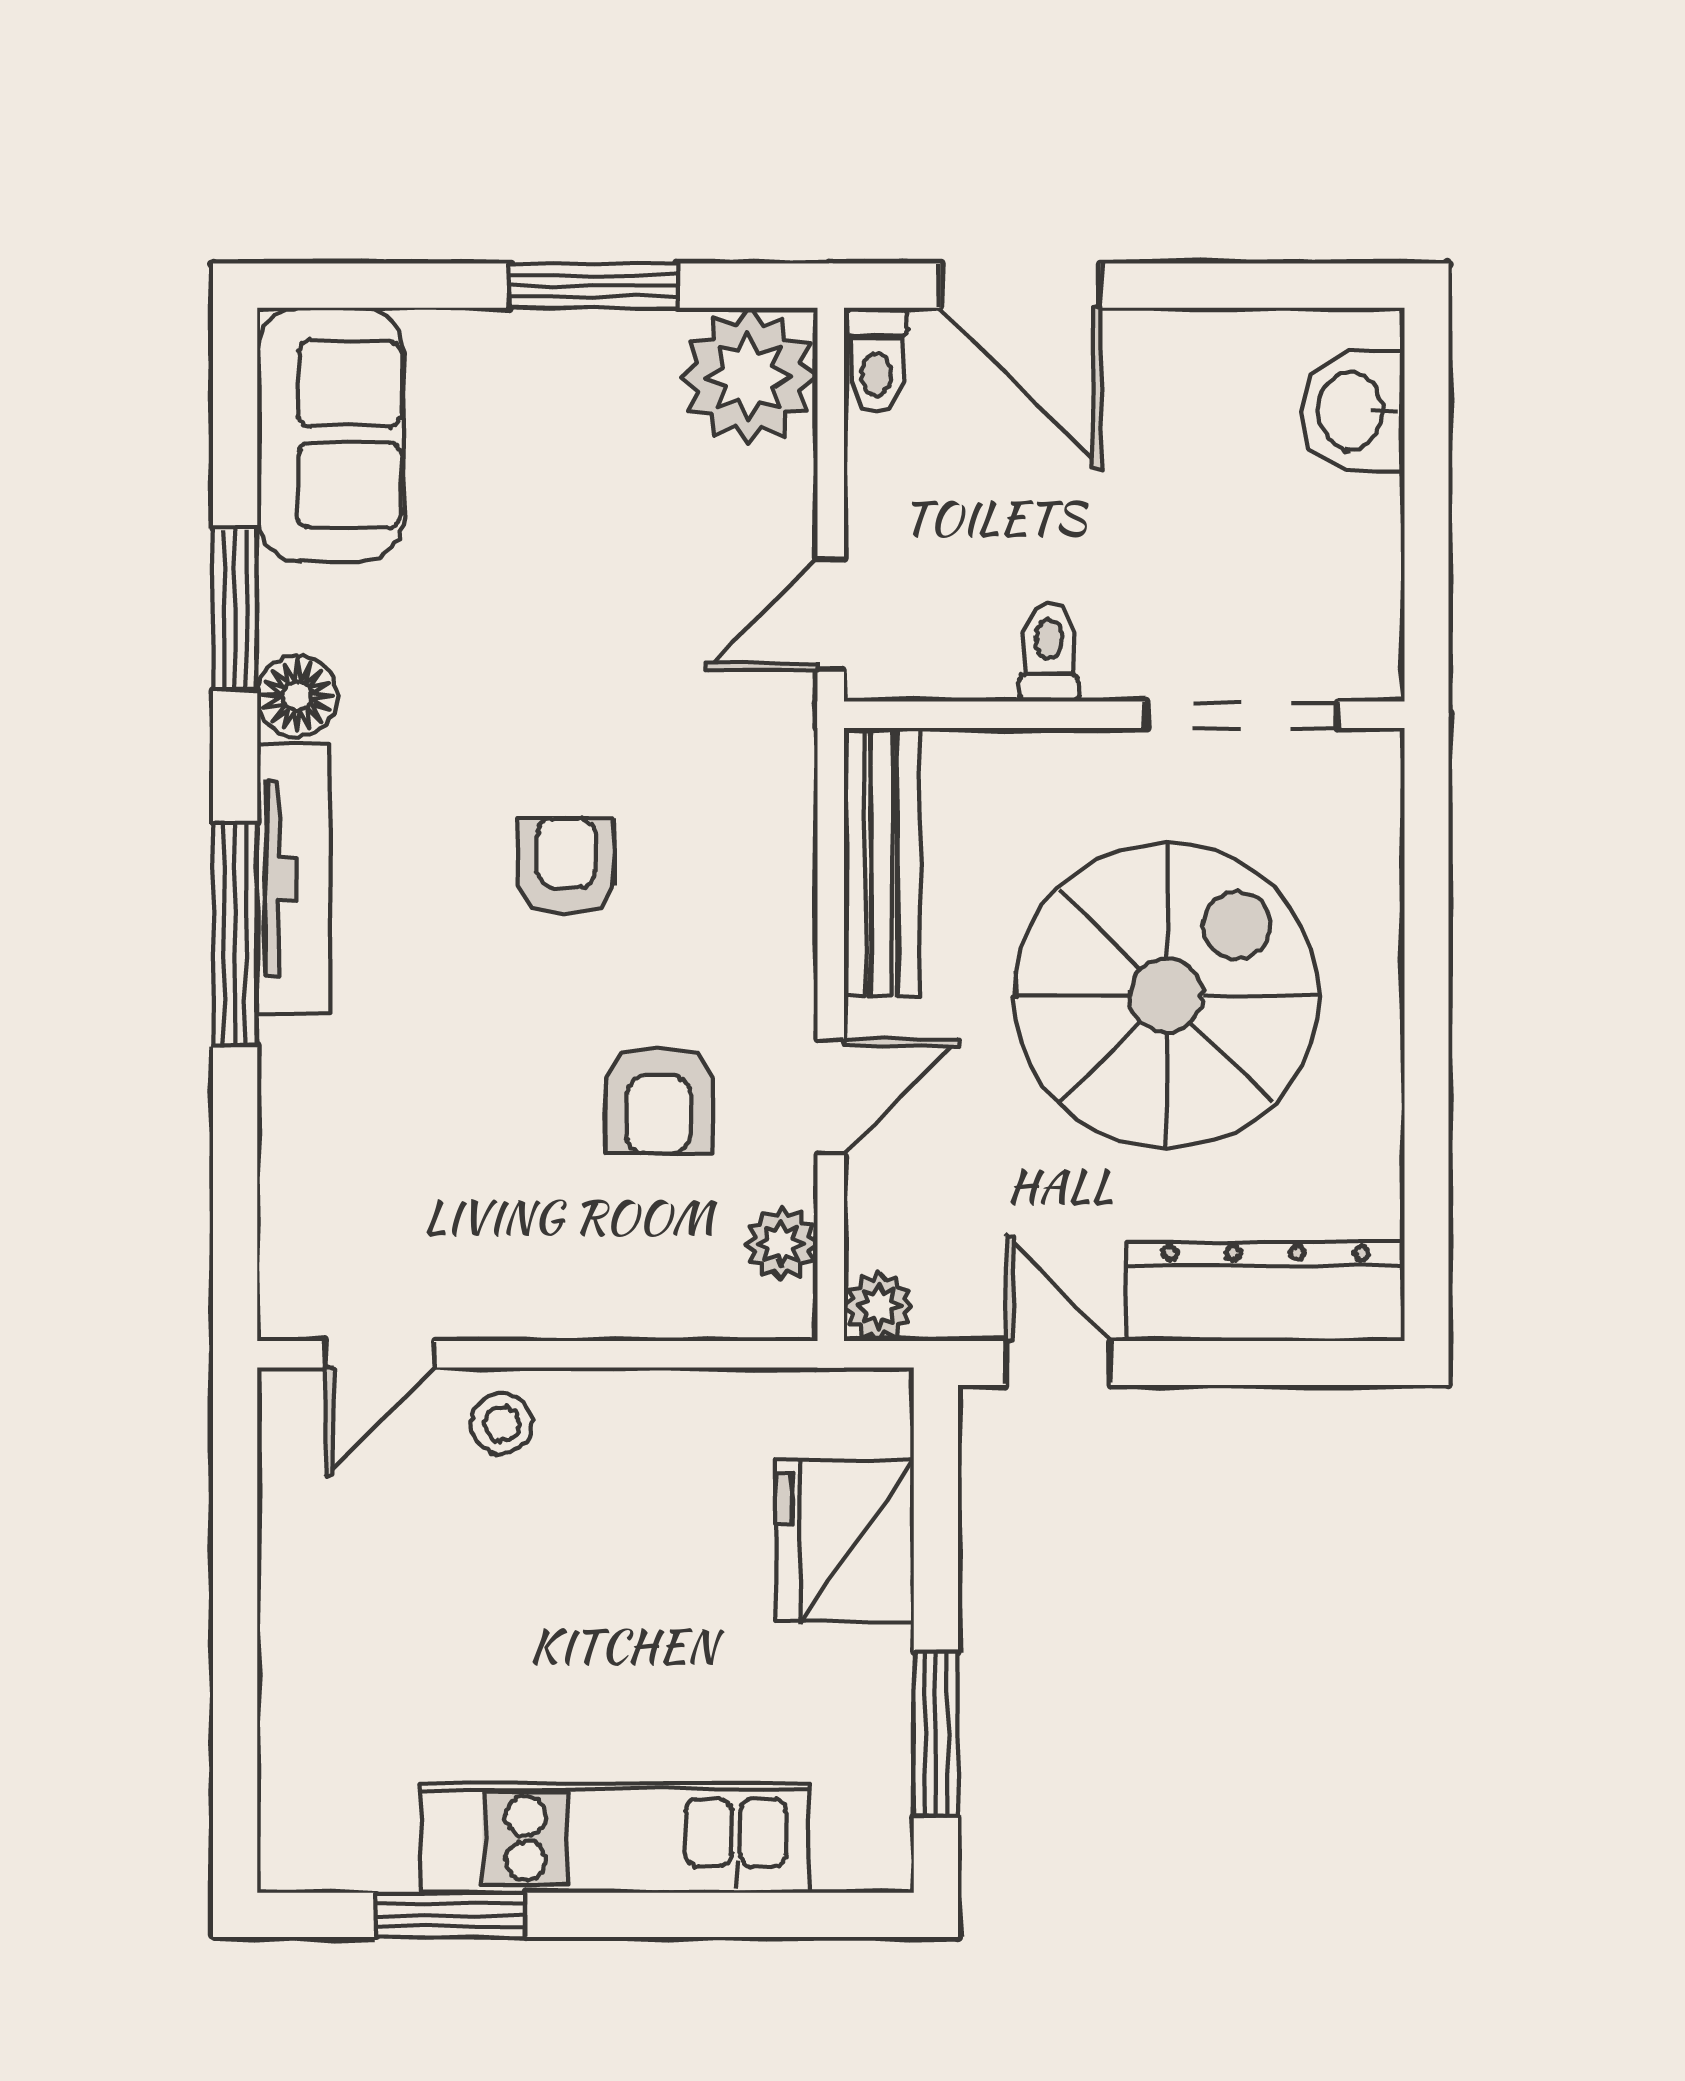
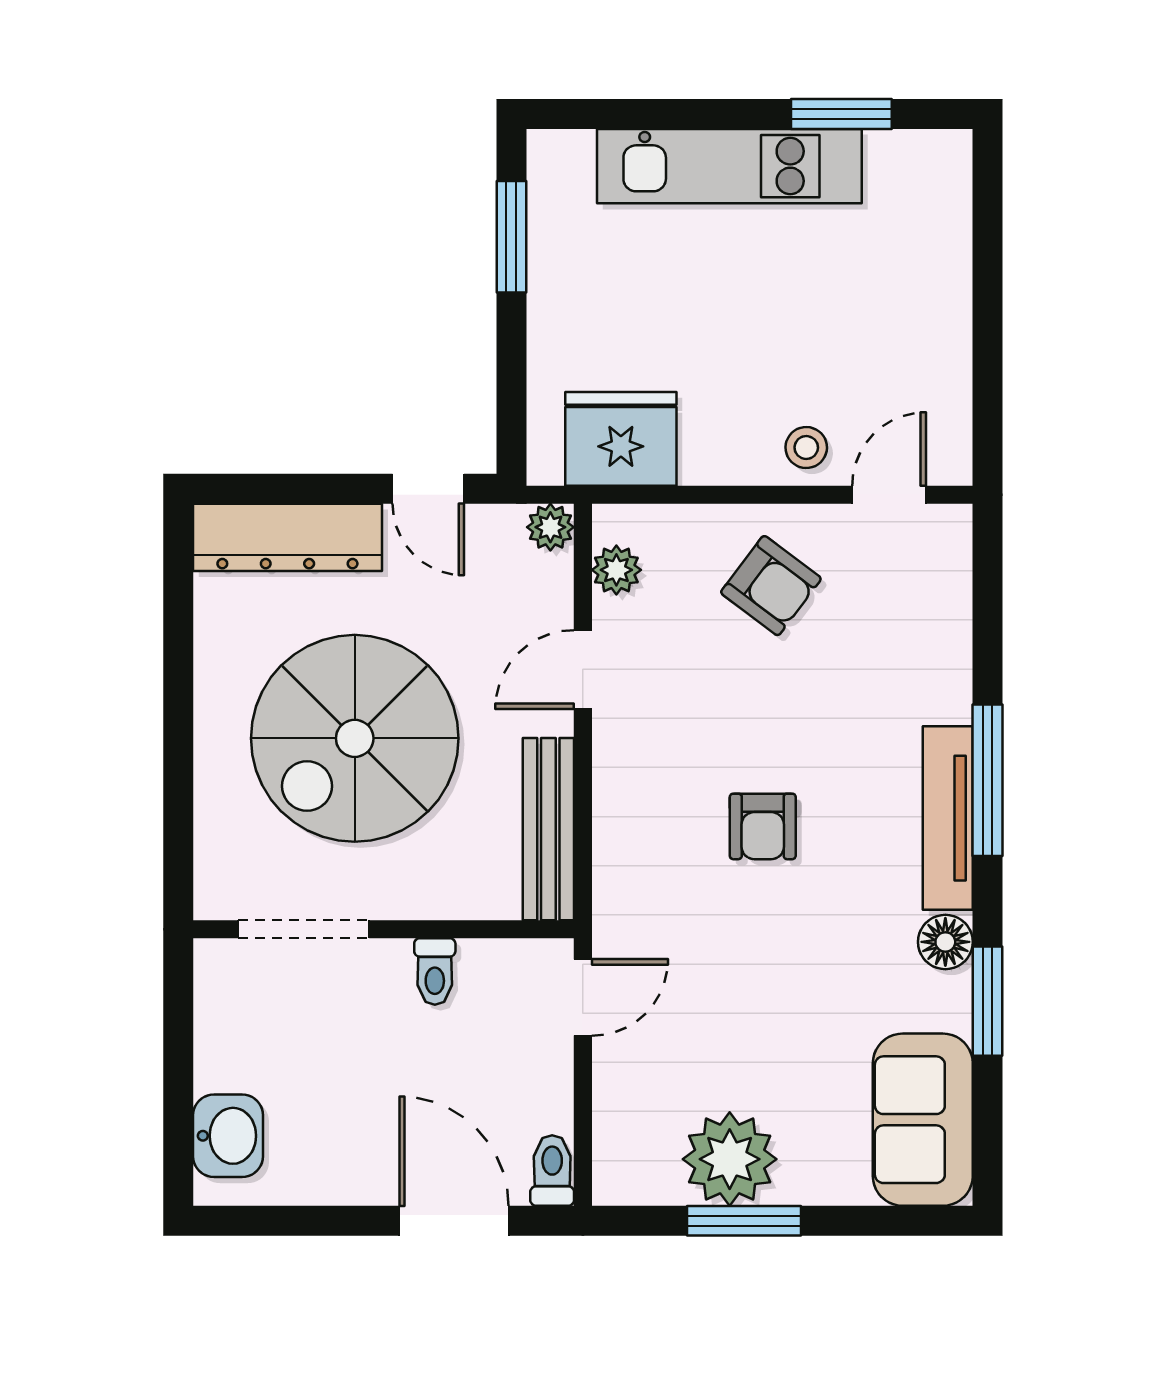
plant: (749, 377) -> (730, 1159), moved
armchair: (659, 1099) -> (771, 586), moved, turned 127
fridge: (845, 1541) -> (621, 439), moved, turned -90

